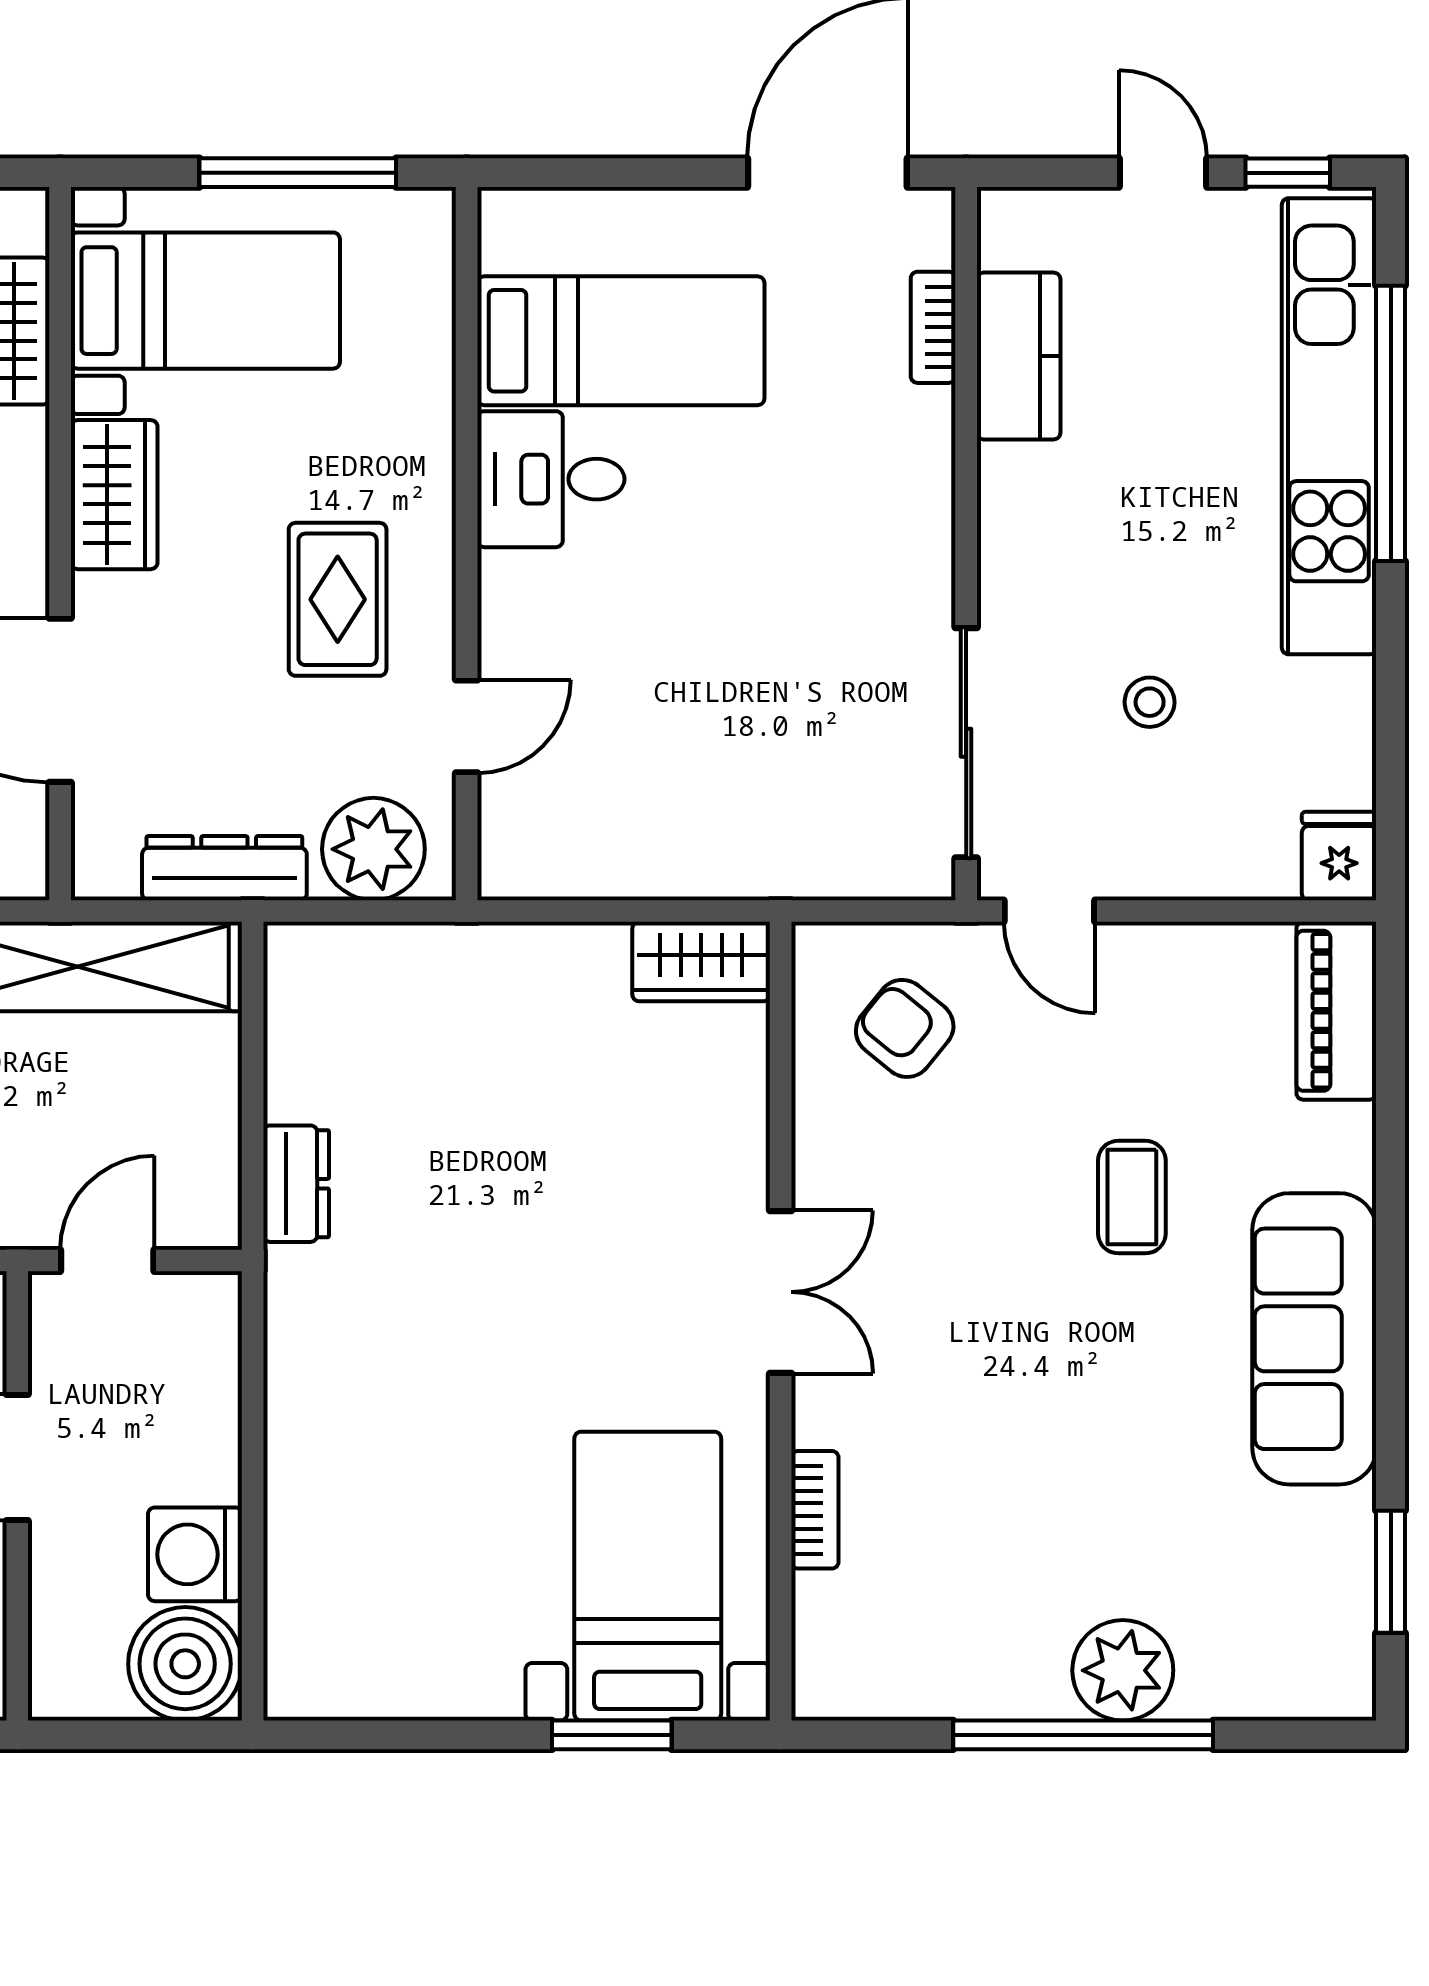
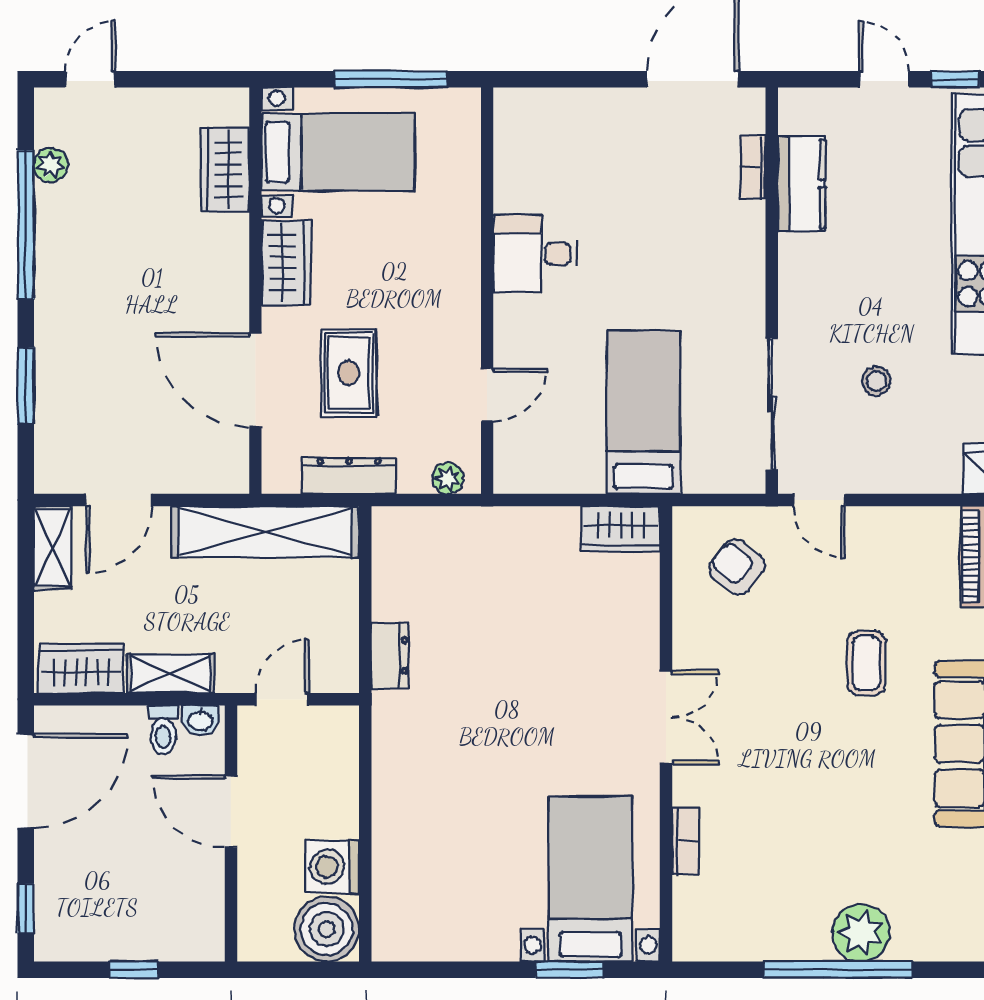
bed: (621, 341) -> (643, 412), moved, turned -90
rug: (338, 599) -> (349, 373), moved
plant: (373, 849) -> (448, 478), width x0.53, depth x0.53

